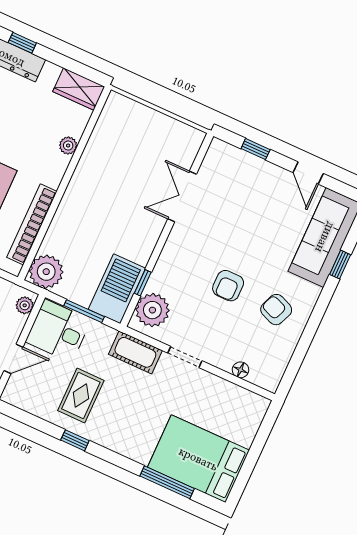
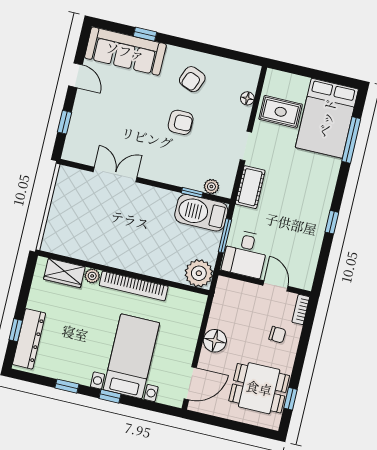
wardrobe: (79, 89) -> (64, 273), moved, turned 90
door: (308, 173) -> (76, 75), hinge flipped
double door: (182, 196) -> (115, 175), swing flipped
bookcase: (32, 224) -> (134, 286), moved
plant: (25, 305) -> (230, 285), removed
plant: (152, 310) -> (211, 187), width x0.53, depth x0.53
rug: (81, 395) -> (281, 112), moved

